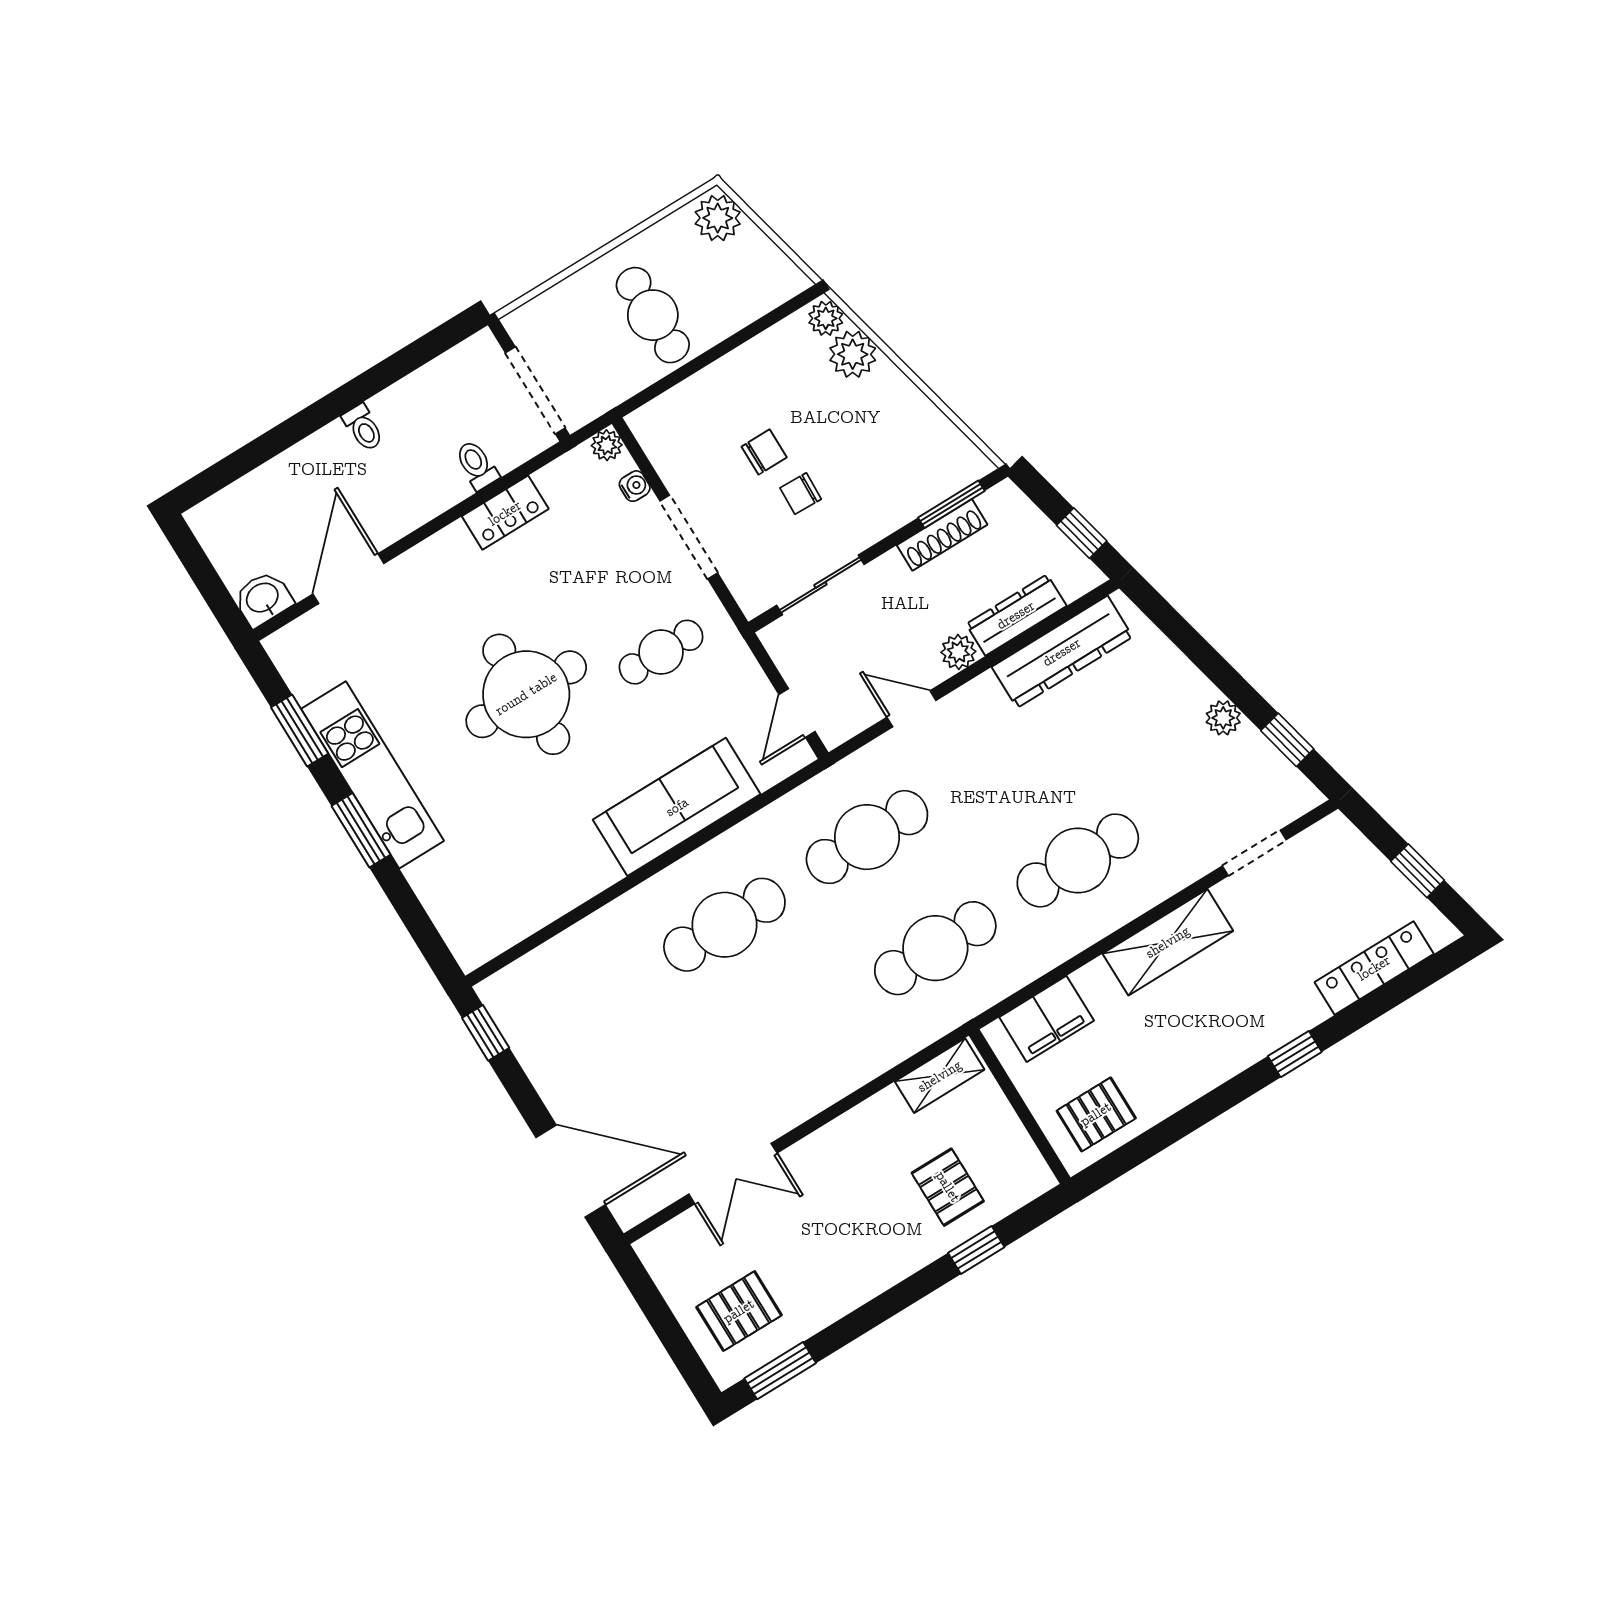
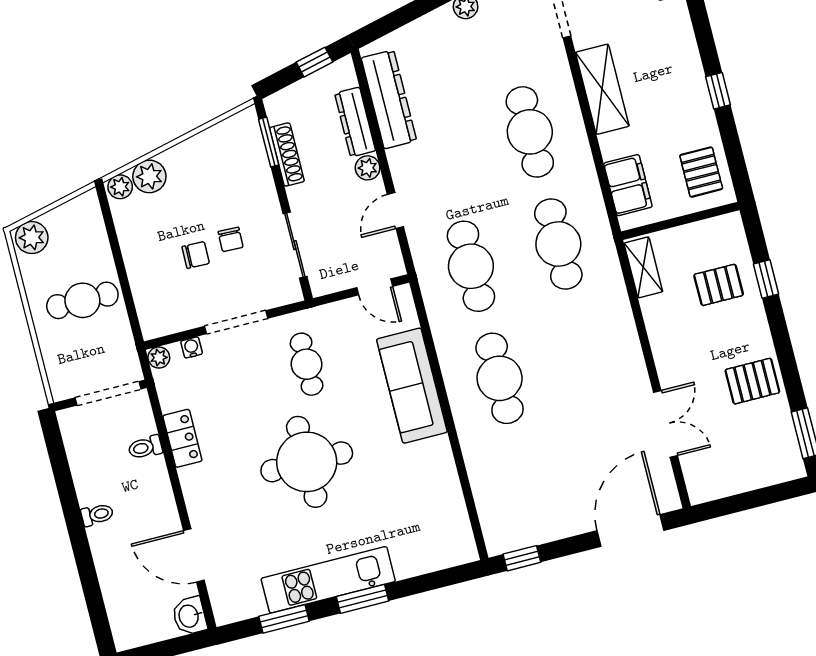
chair: (764, 452) -> (196, 255), turned 91
window: (1295, 1054) -> (718, 91), moved
pallet: (739, 1311) -> (752, 381), moved, turned 90

